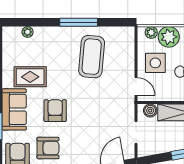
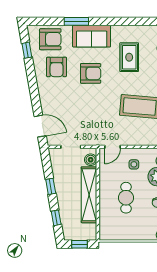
side table: (155, 63) -> (134, 164), width x0.54, depth x0.54
rug: (30, 77) -> (129, 57), moved

